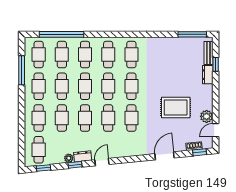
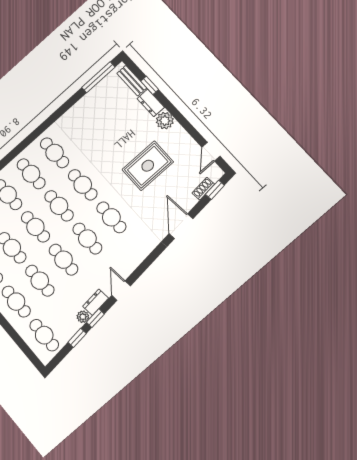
plant: (207, 116) -> (165, 121), moved
window: (43, 168) -> (77, 338), moved

